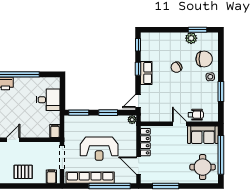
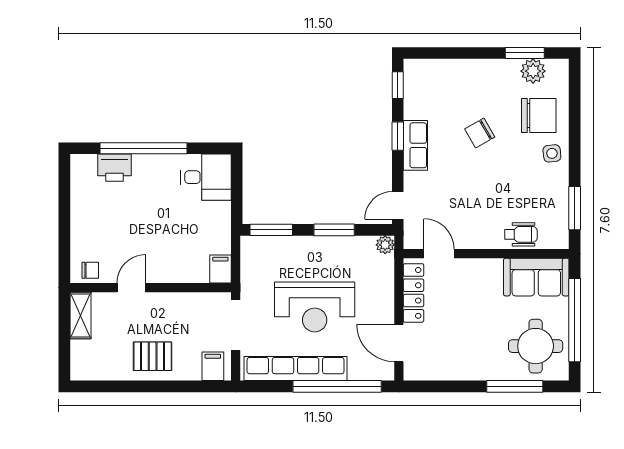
plant: (191, 38) -> (533, 71), moved
window: (221, 91) -> (575, 208), moved
desk: (48, 100) -> (206, 177), moved
door: (179, 124) -> (439, 254), moved
window: (166, 186) -> (515, 386), moved

